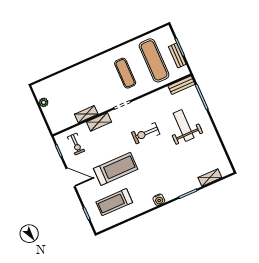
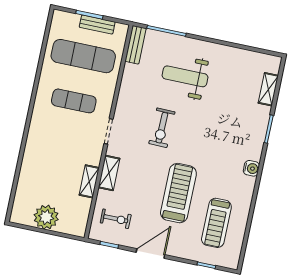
plant: (44, 102) -> (46, 217), width x1.87, depth x1.87

